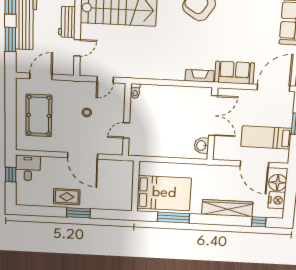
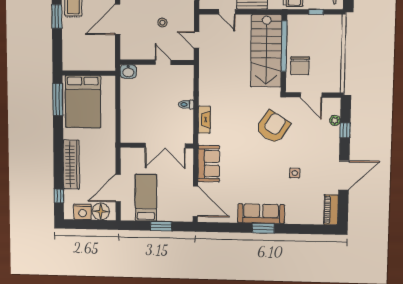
fireplace: (200, 76) -> (204, 120), moved
toilet: (135, 91) -> (186, 104), moved
door: (126, 130) -> (163, 62), moved
washbasin: (201, 145) -> (128, 71), moved, turned 180
window: (173, 218) -> (58, 100), moved

